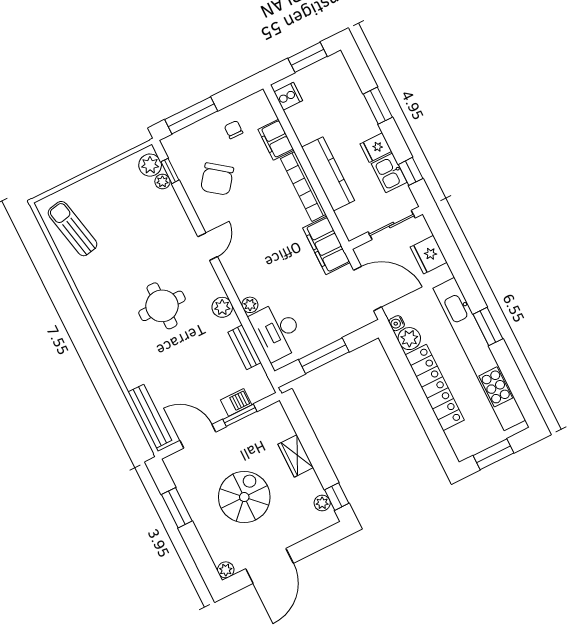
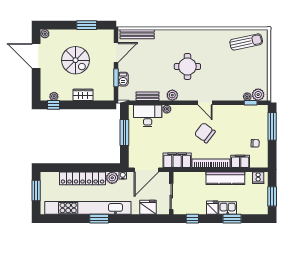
kitchen sink: (389, 173) -> (228, 208), moved
kitchen counter: (328, 174) -> (225, 178), moved
chair: (217, 179) -> (205, 133), moved

